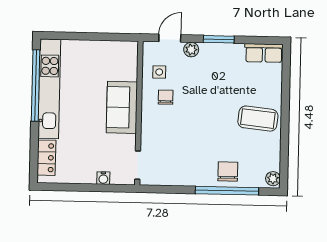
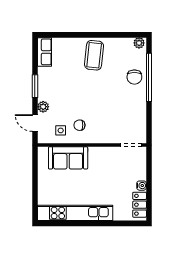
window: (36, 86) -> (73, 223), removed
sofa: (122, 107) -> (68, 158), moved
locker: (46, 158) -> (140, 205), moved, turned -90
chair: (228, 171) -> (134, 77), turned -90
water cooler: (103, 178) -> (142, 186), moved

